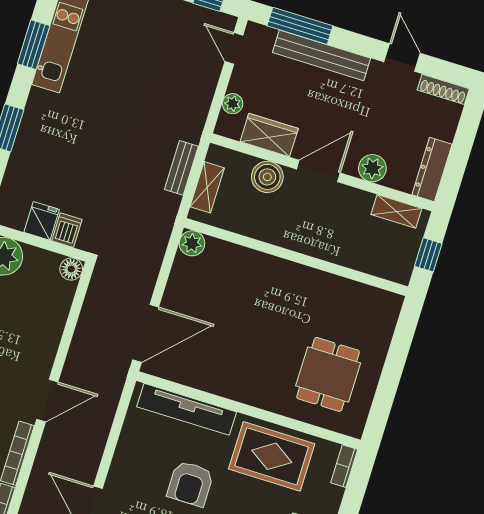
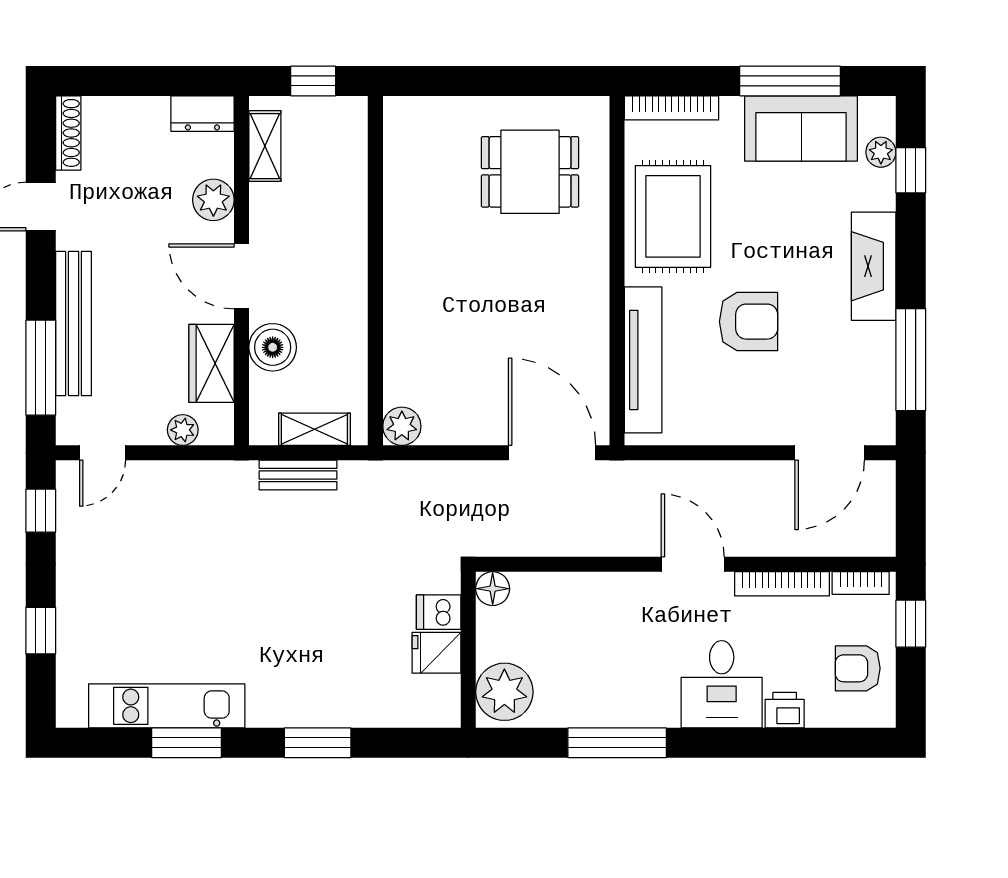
dresser: (432, 170) -> (202, 114), width x0.70
bookcase: (344, 466) -> (672, 108), width x1.56

